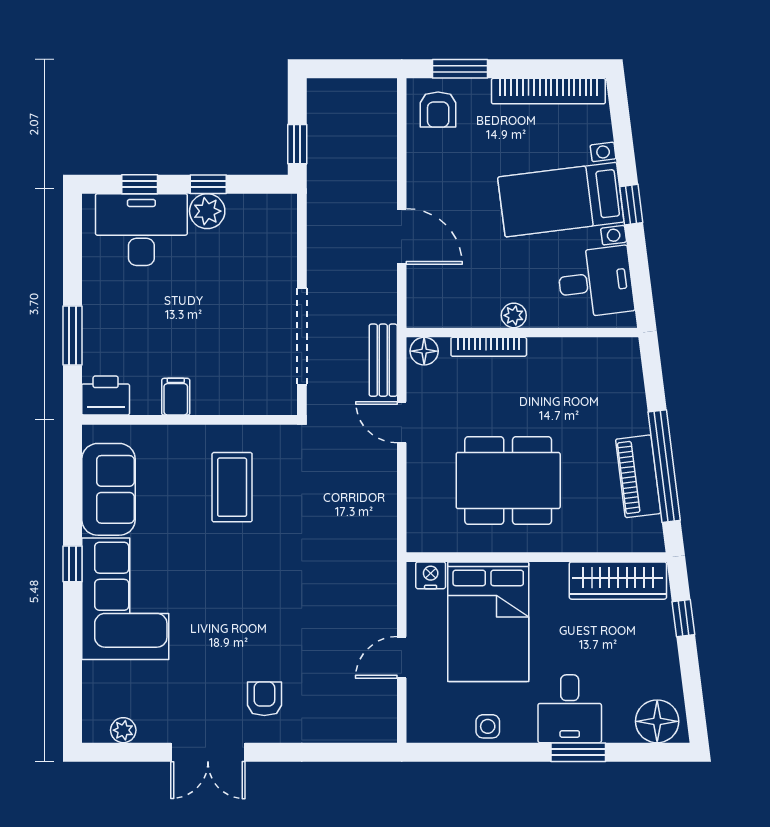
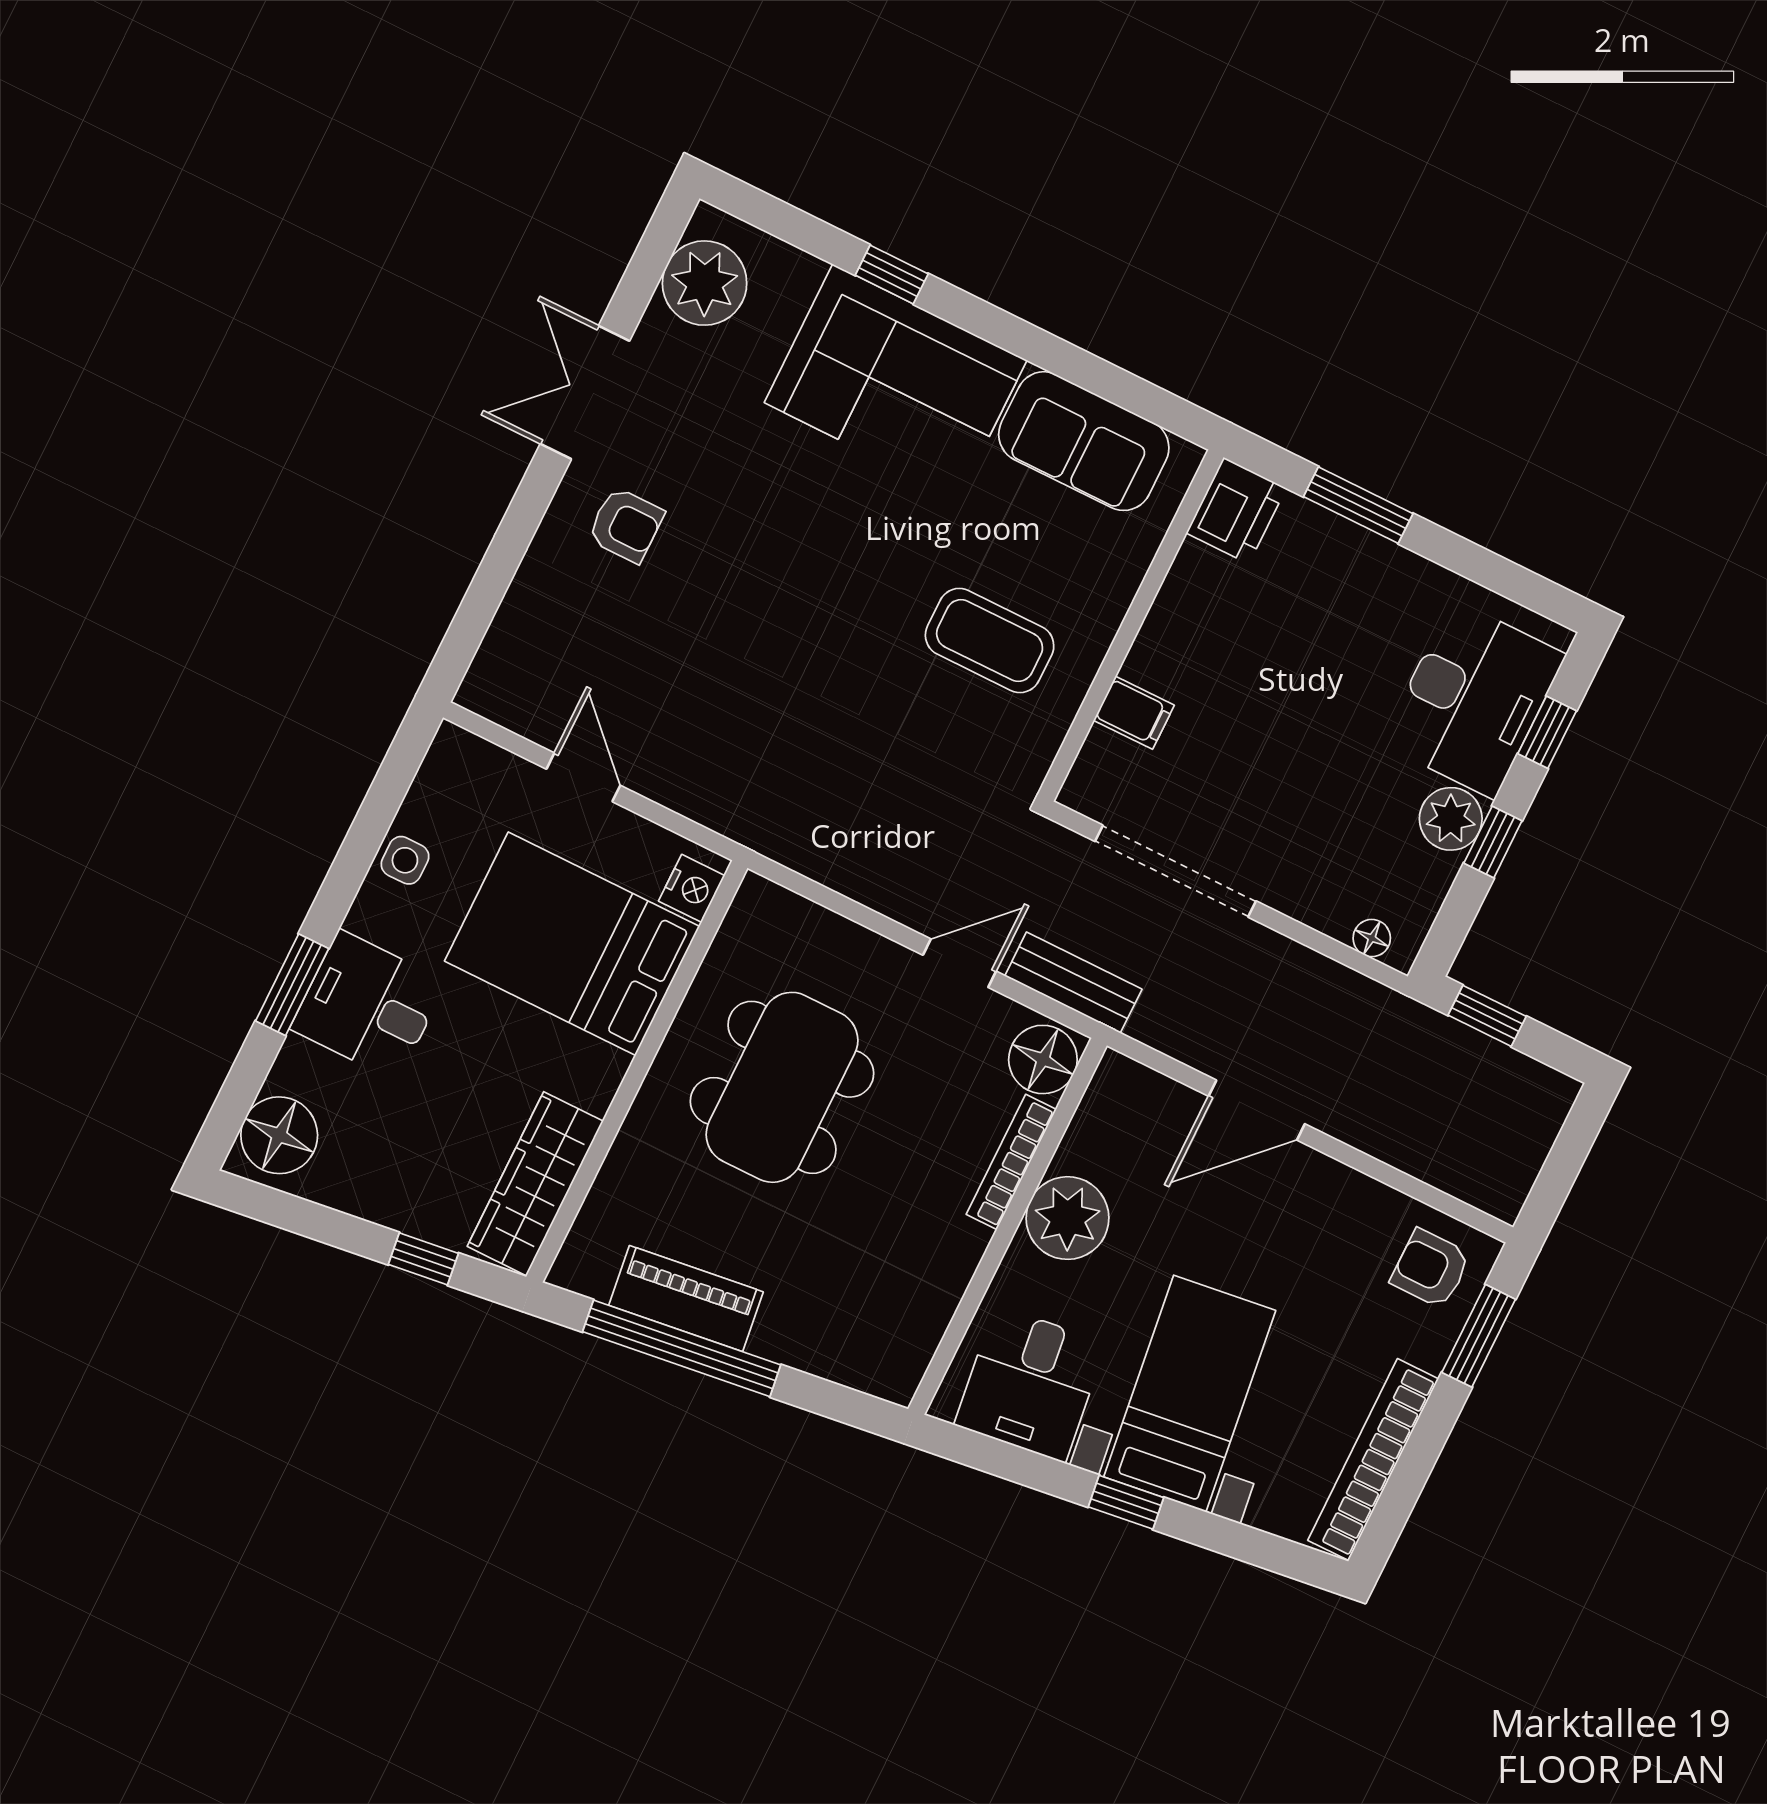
floor lamp: (287, 221) -> (1372, 938), added
plant: (514, 315) -> (1067, 1218), width x1.87, depth x1.87
floor lamp: (424, 351) -> (1043, 1059), width x1.38, depth x1.38
filing cabinet: (176, 397) -> (1134, 713), moved
window: (72, 564) -> (892, 274), moved
plant: (123, 730) -> (705, 283), width x1.88, depth x1.88

